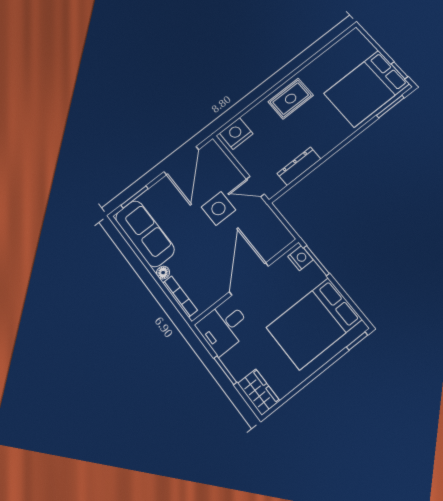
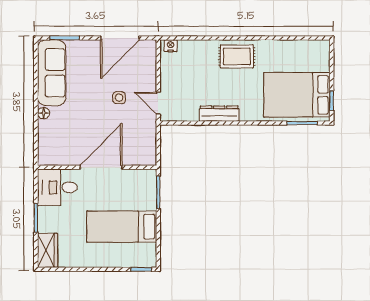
nightstand: (236, 133) -> (171, 46), width x0.53, depth x0.56
dresser: (299, 166) -> (219, 114), moved
side table: (218, 208) -> (119, 98), width x0.54, depth x0.54
nightstand: (300, 258) -> (149, 182), removed
bookcase: (180, 297) -> (43, 140), removed
bed: (314, 324) -> (122, 227), width x0.67

